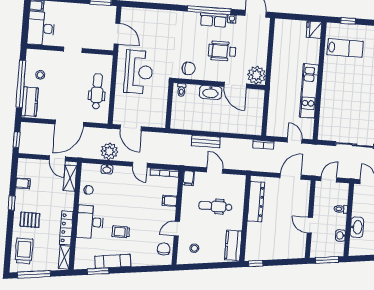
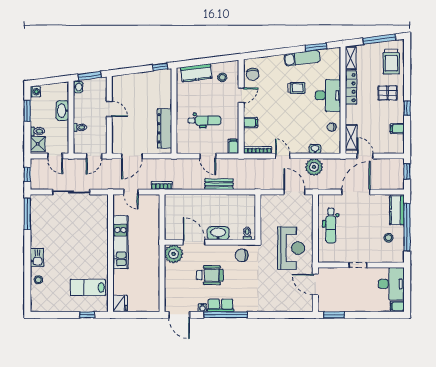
reception desk: (139, 72) -> (291, 248), turned 180
washbasin: (340, 235) -> (78, 87), moved
kitchen counter: (233, 245) -> (196, 73), moved, turned 83

